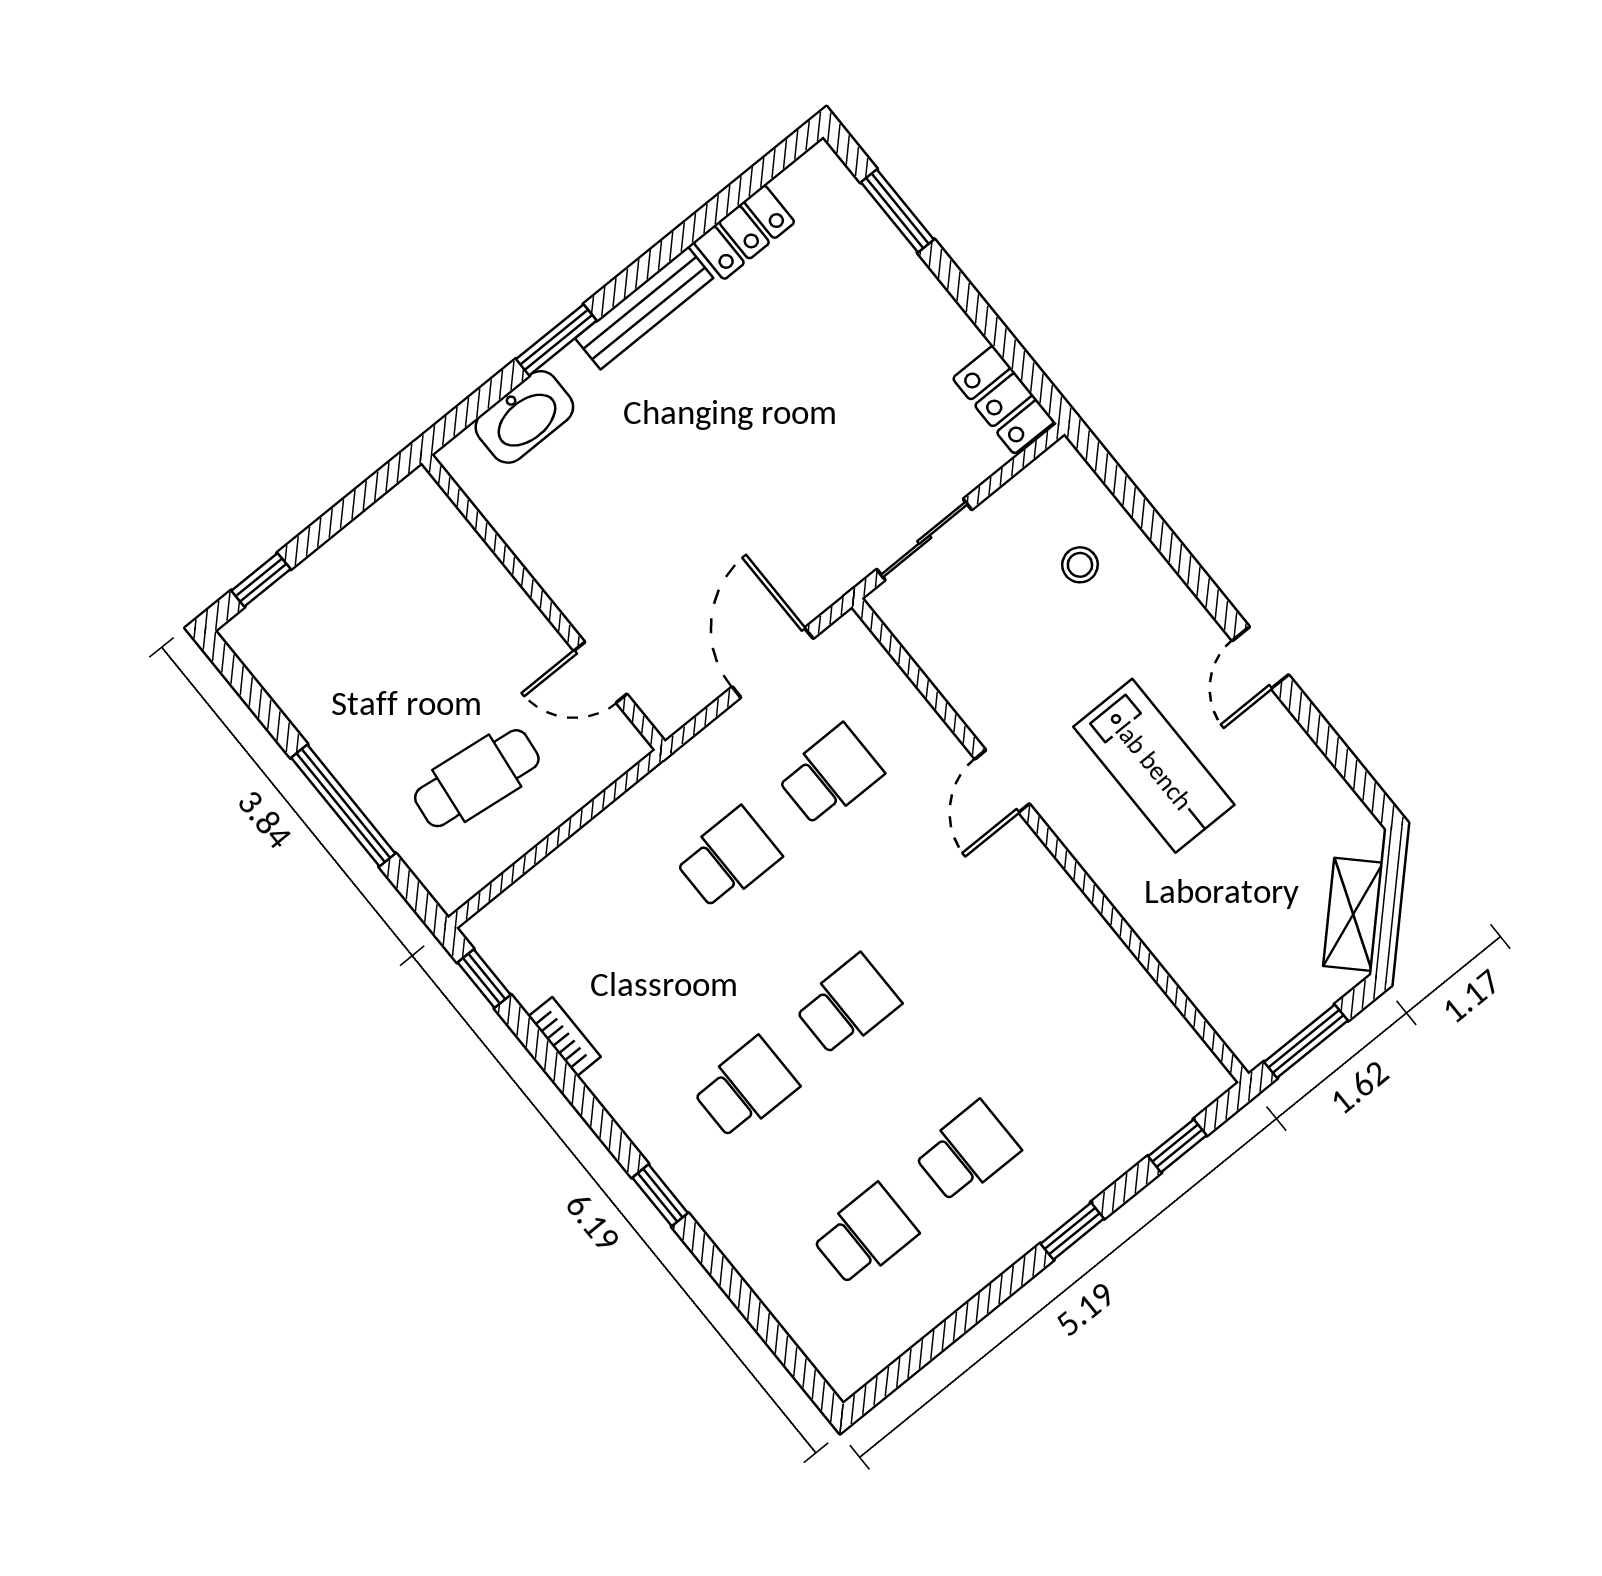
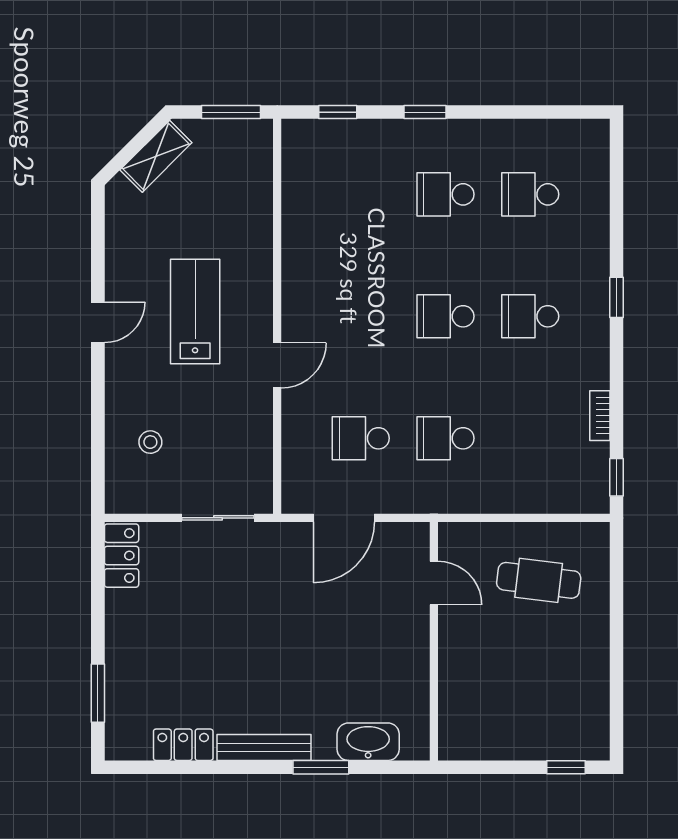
window: (343, 806) -> (616, 621), removed

